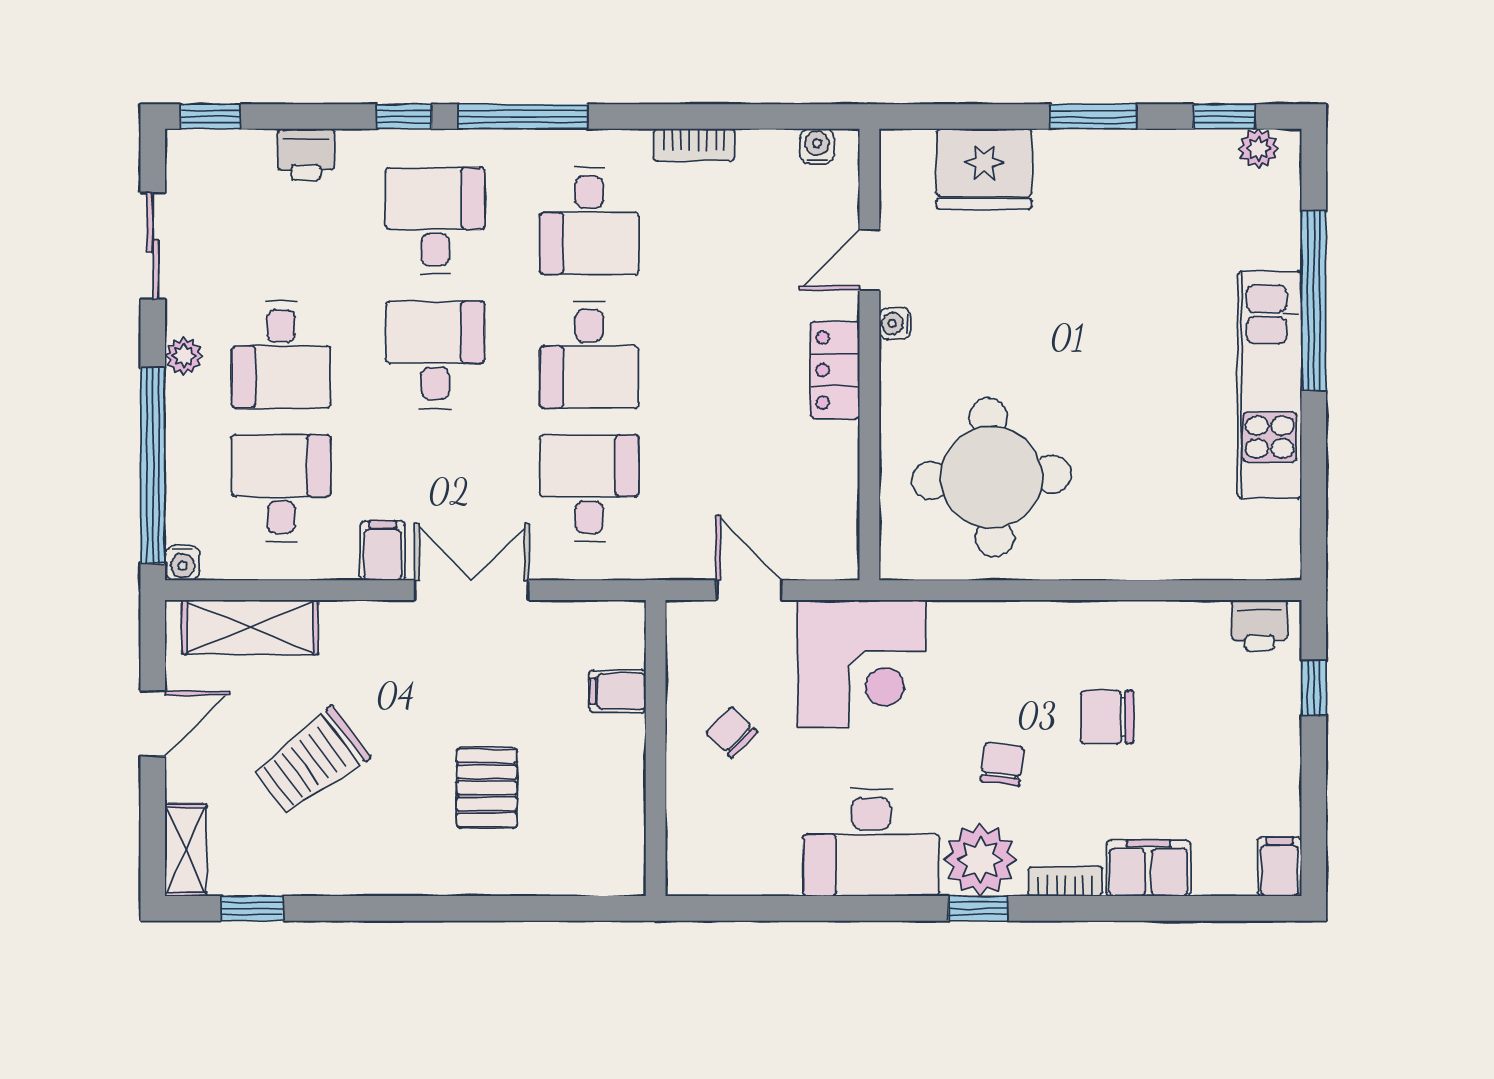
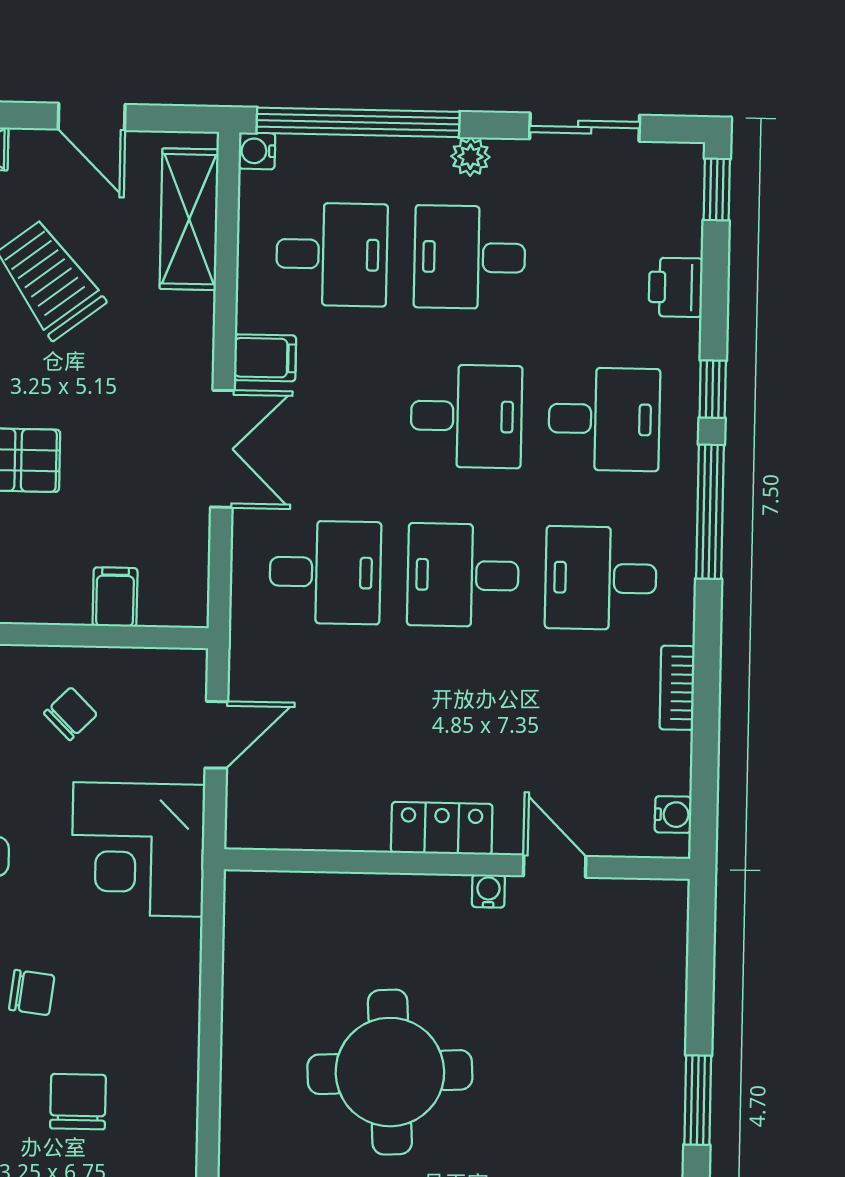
fridge: (984, 169) -> (646, 986), removed
round table: (992, 477) -> (390, 1072), moved

